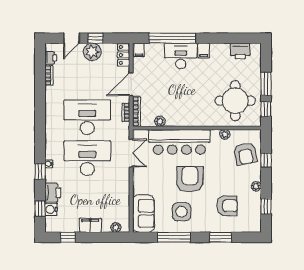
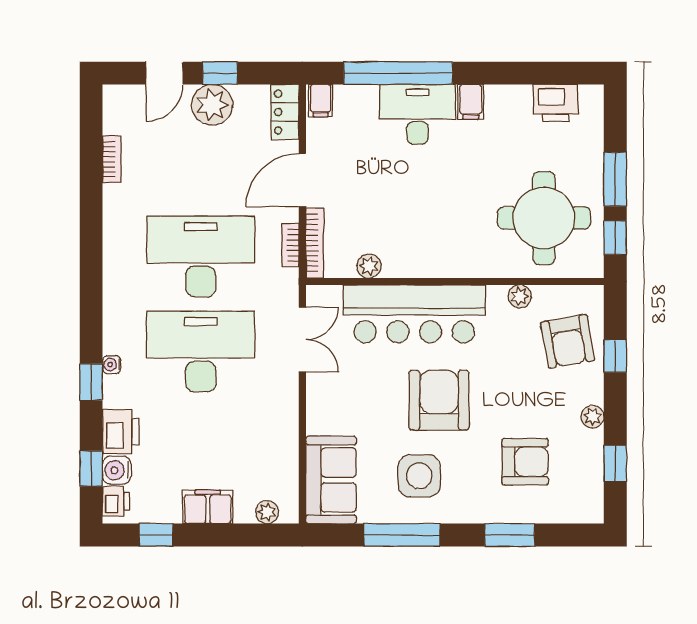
printer: (51, 58) -> (116, 501), moved

